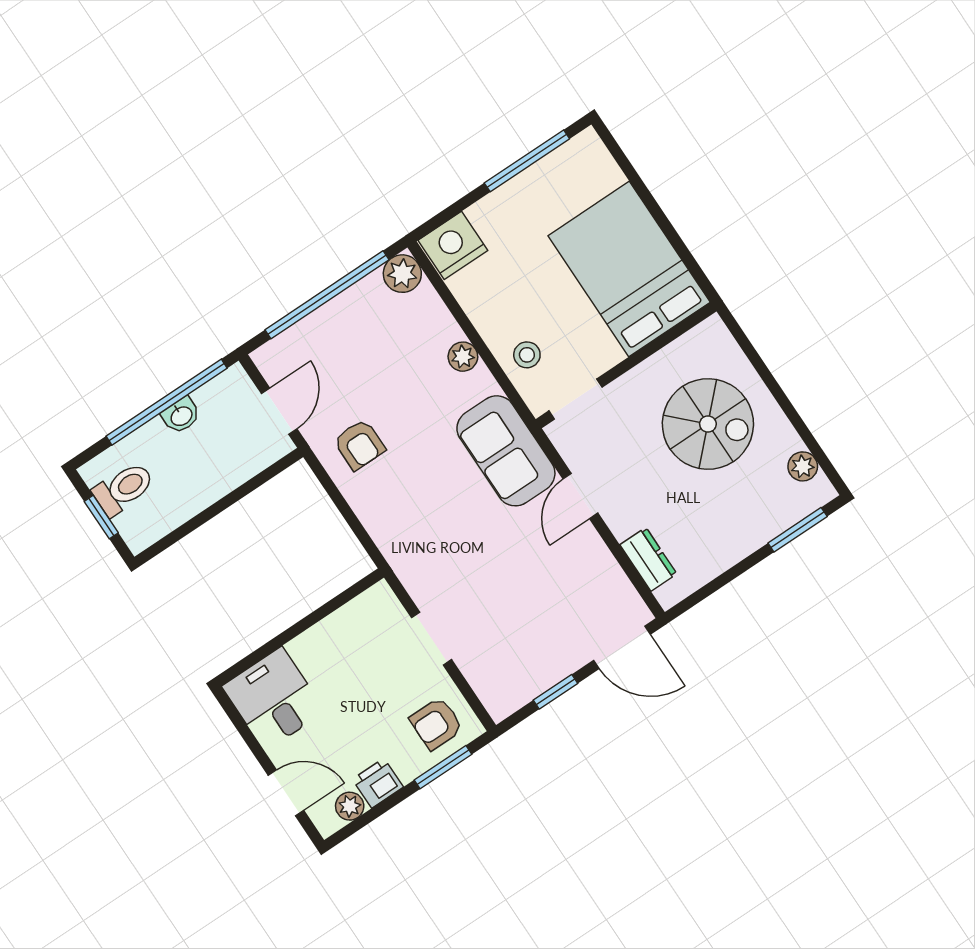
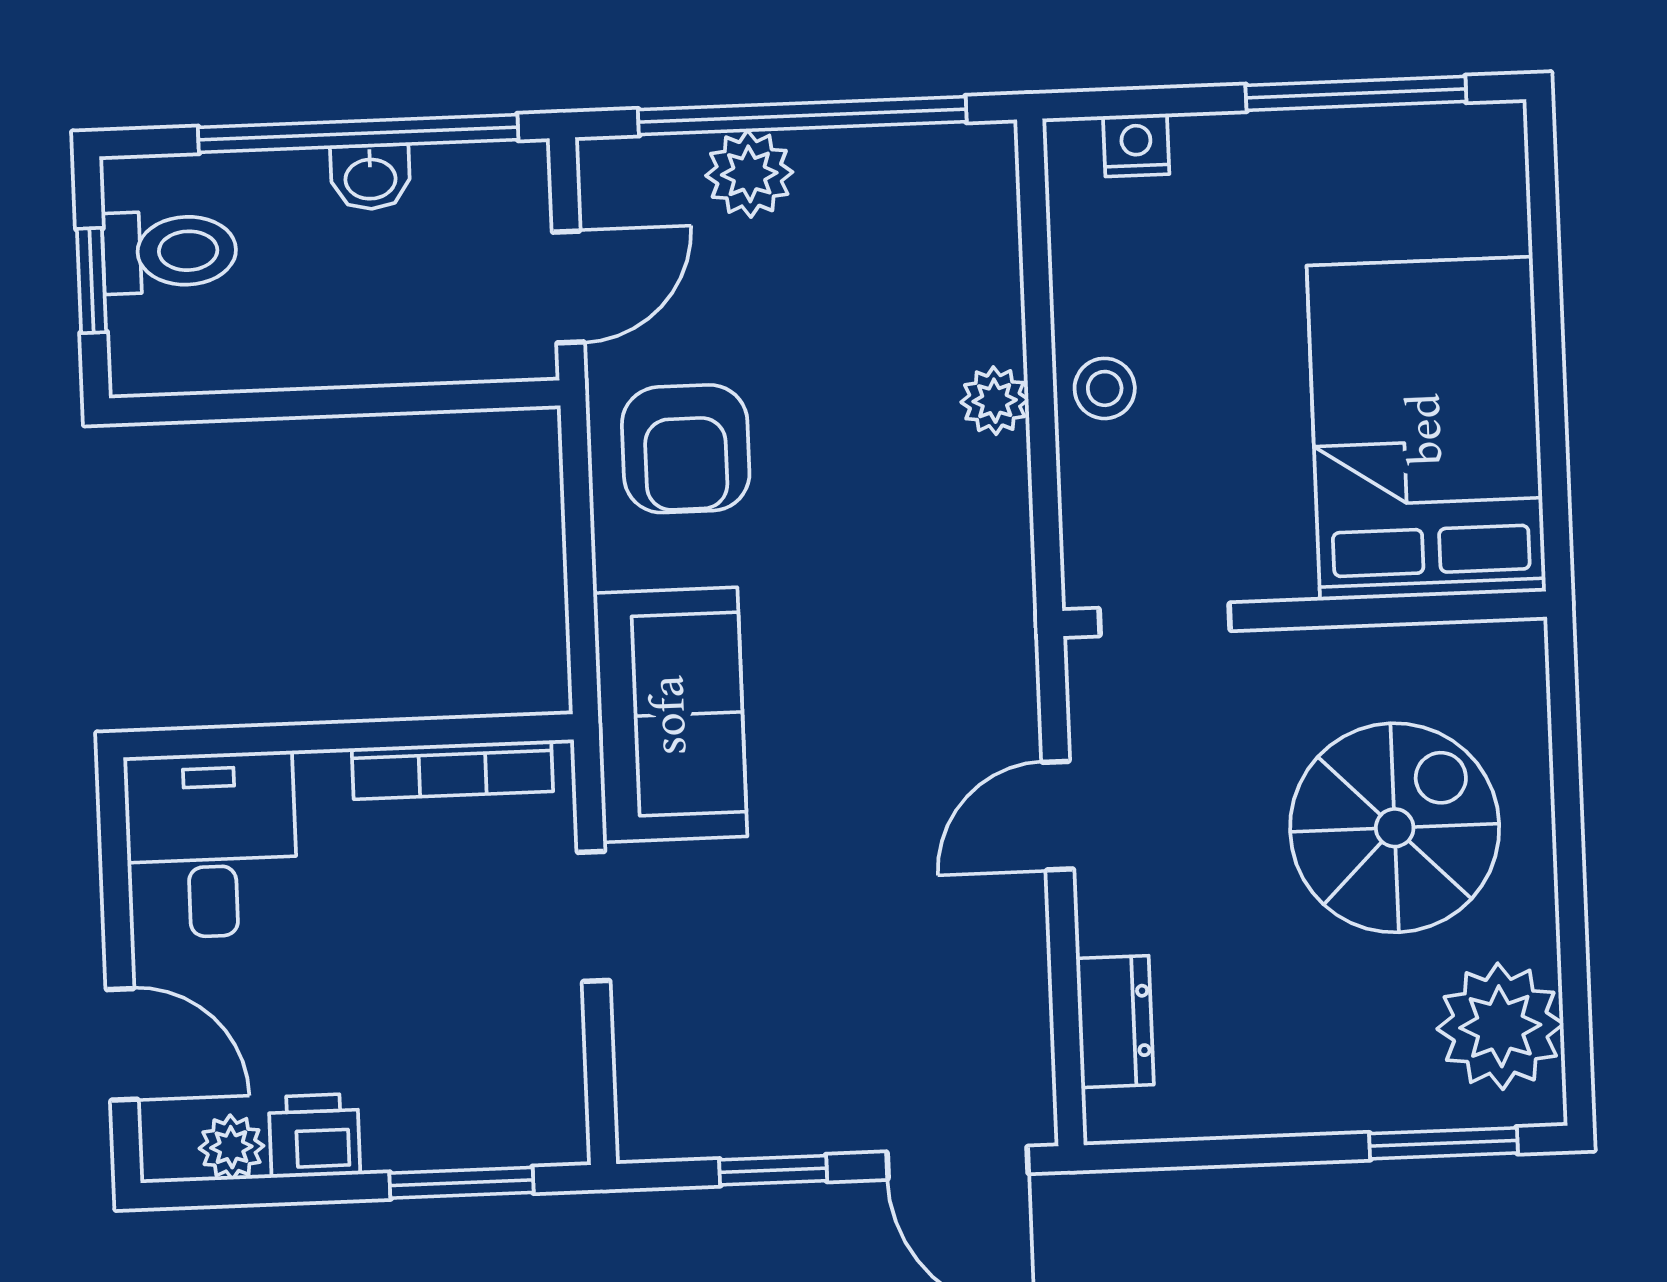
nightstand: (453, 245) -> (1136, 145), width x0.53, depth x0.56
plant: (402, 274) -> (749, 174), moved
stool: (527, 355) -> (1105, 388), moved
spiral stairs: (708, 424) -> (1395, 828), turned -90
armchair: (359, 445) -> (686, 449), width x1.38, depth x1.38
sofa: (506, 451) -> (670, 715), moved, turned 180
plant: (803, 466) -> (1500, 1026), width x1.88, depth x1.88
bookcase: (346, 616) -> (452, 770), added
armchair: (436, 724) -> (501, 1089), removed

